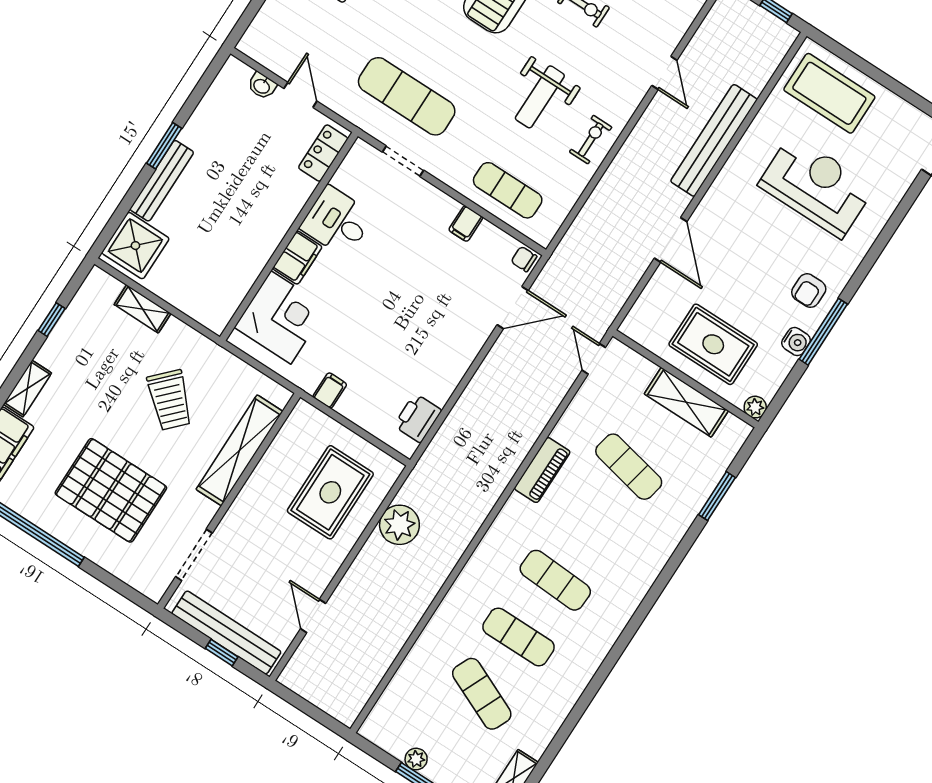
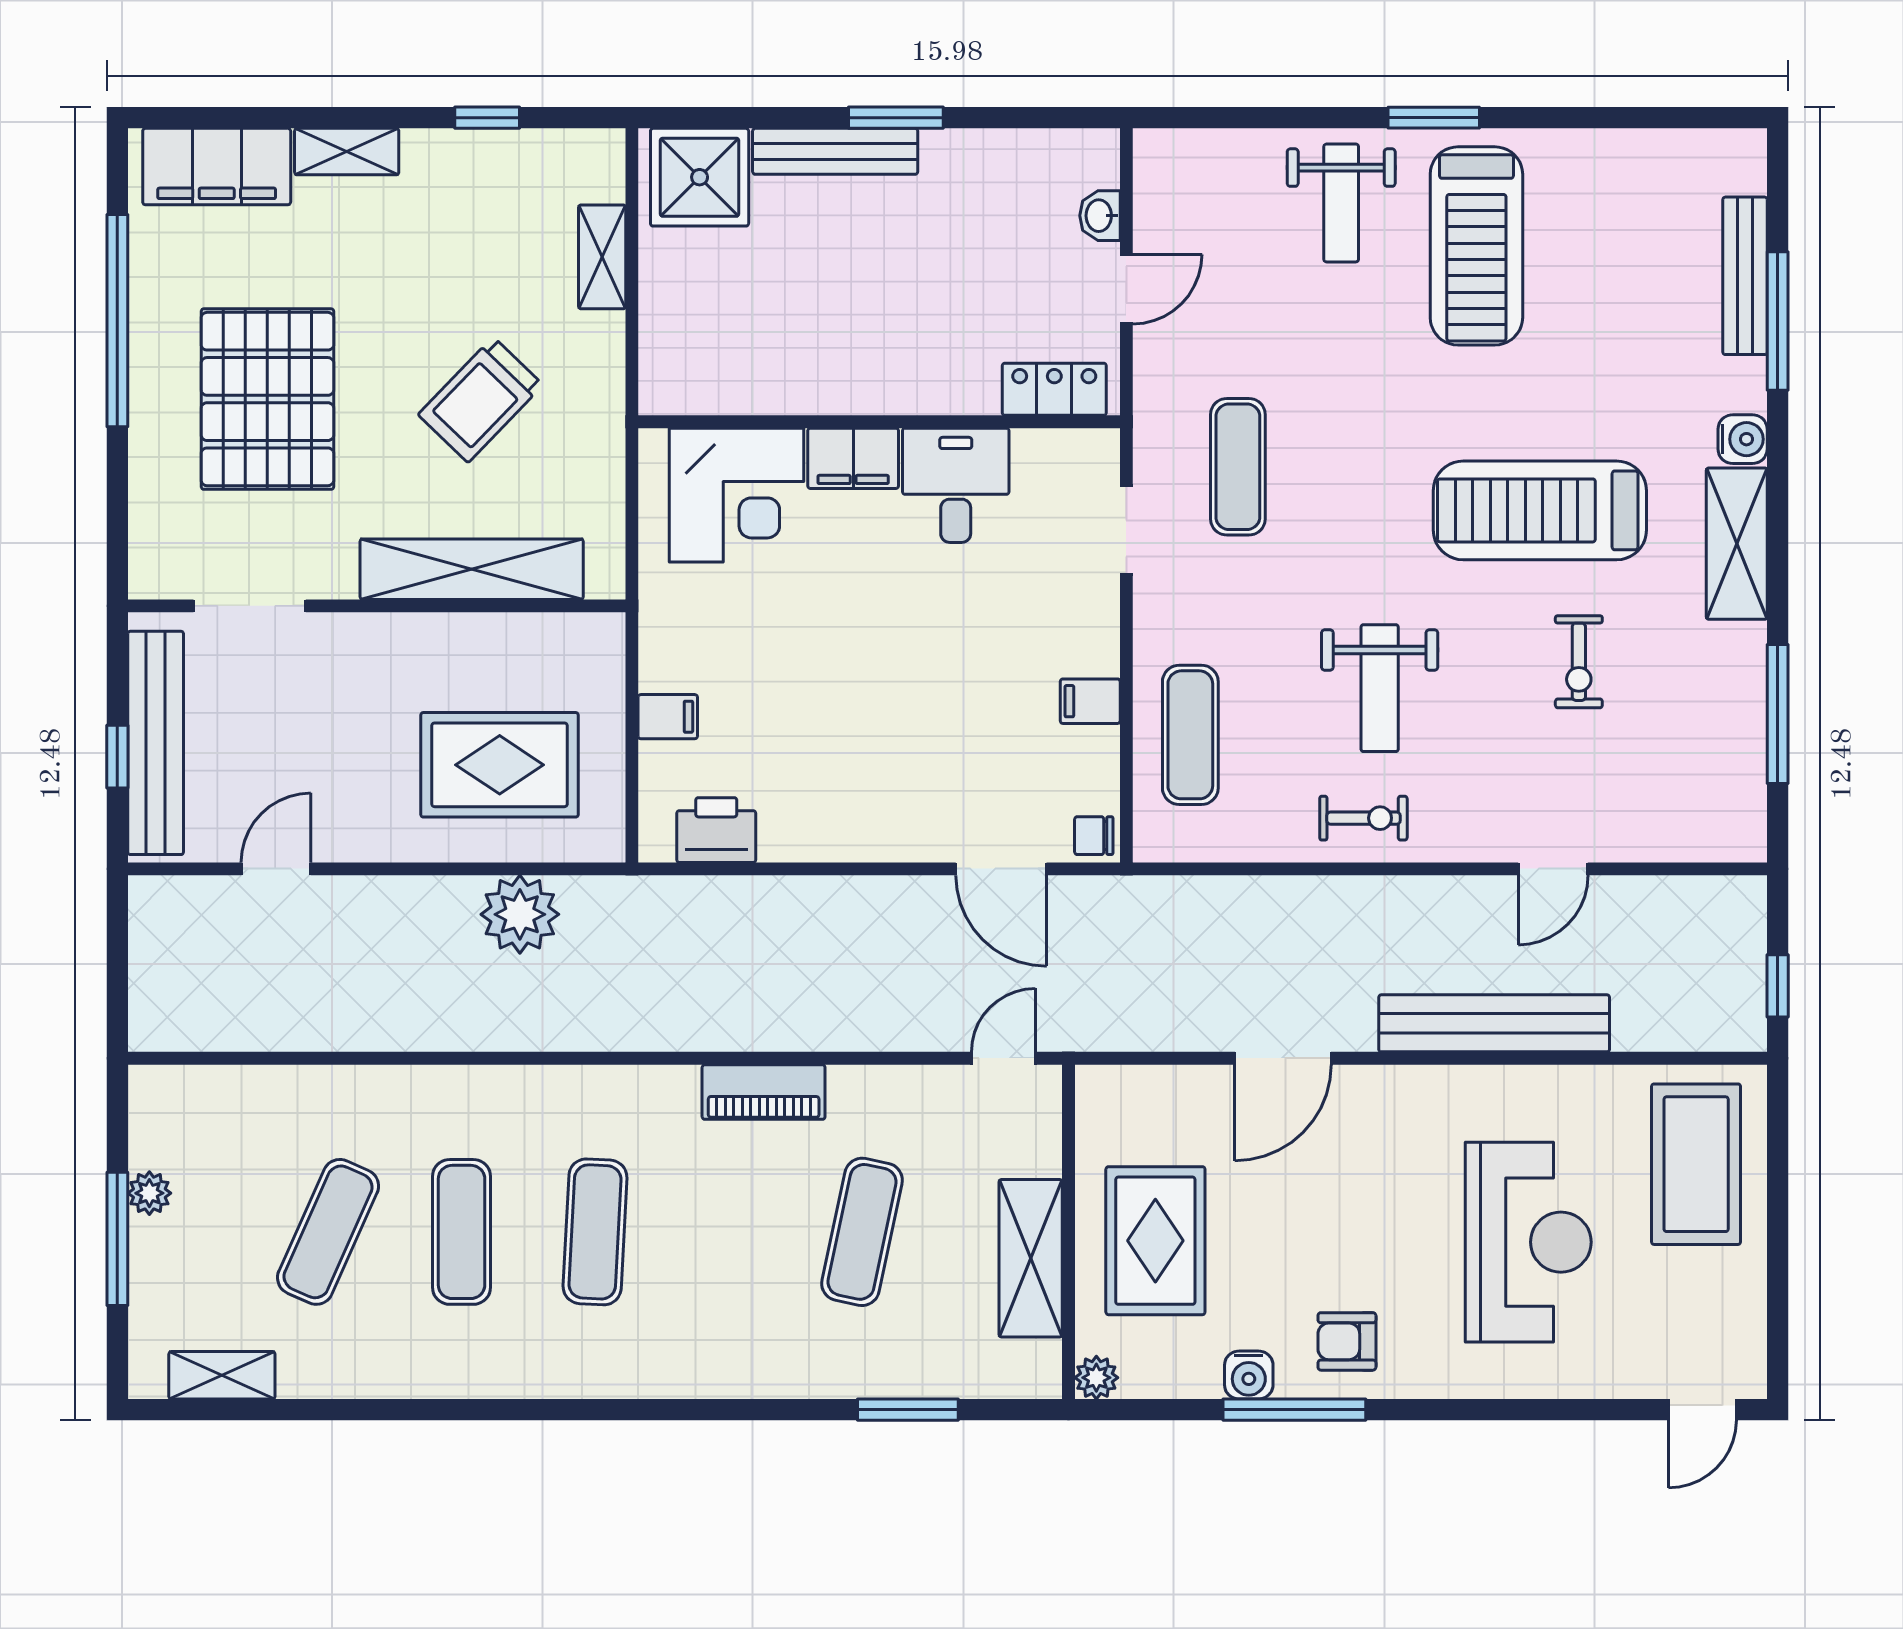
exercise mat: (407, 96) -> (1238, 467), width x0.73, depth x0.69
weight bench: (540, 97) -> (1380, 688), turned -90
chair: (524, 259) -> (1094, 836), turned -90
filing cabinet: (330, 390) -> (668, 717), moved

